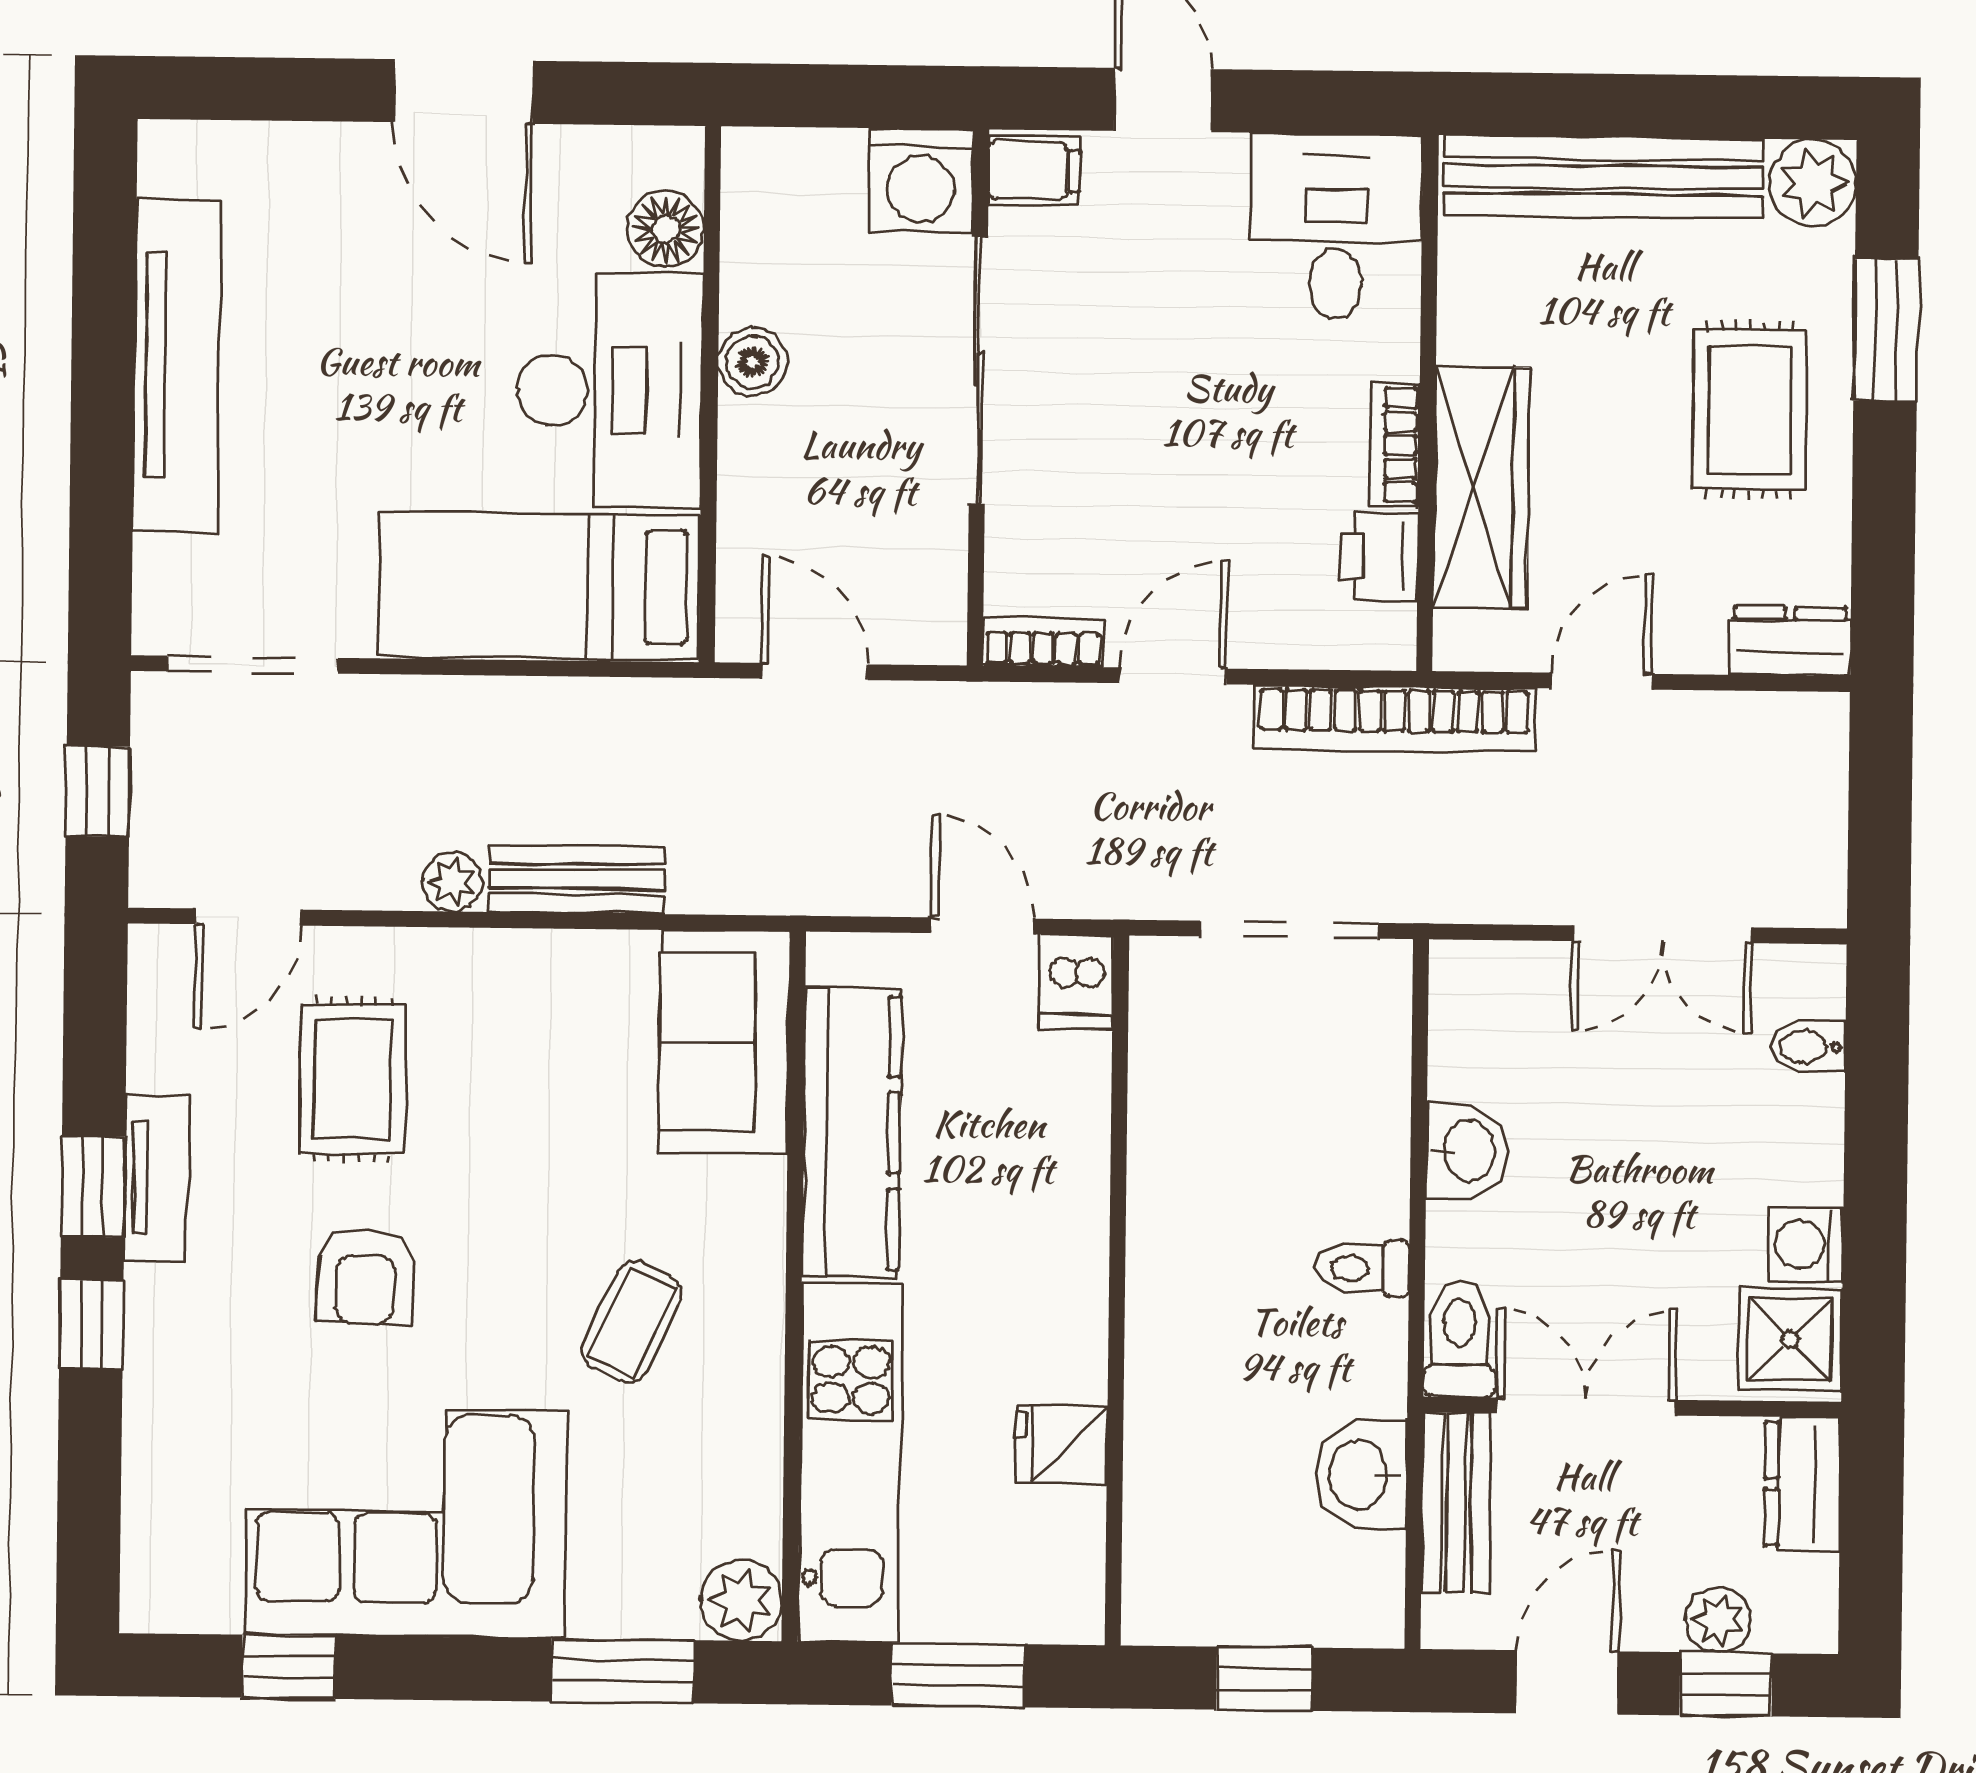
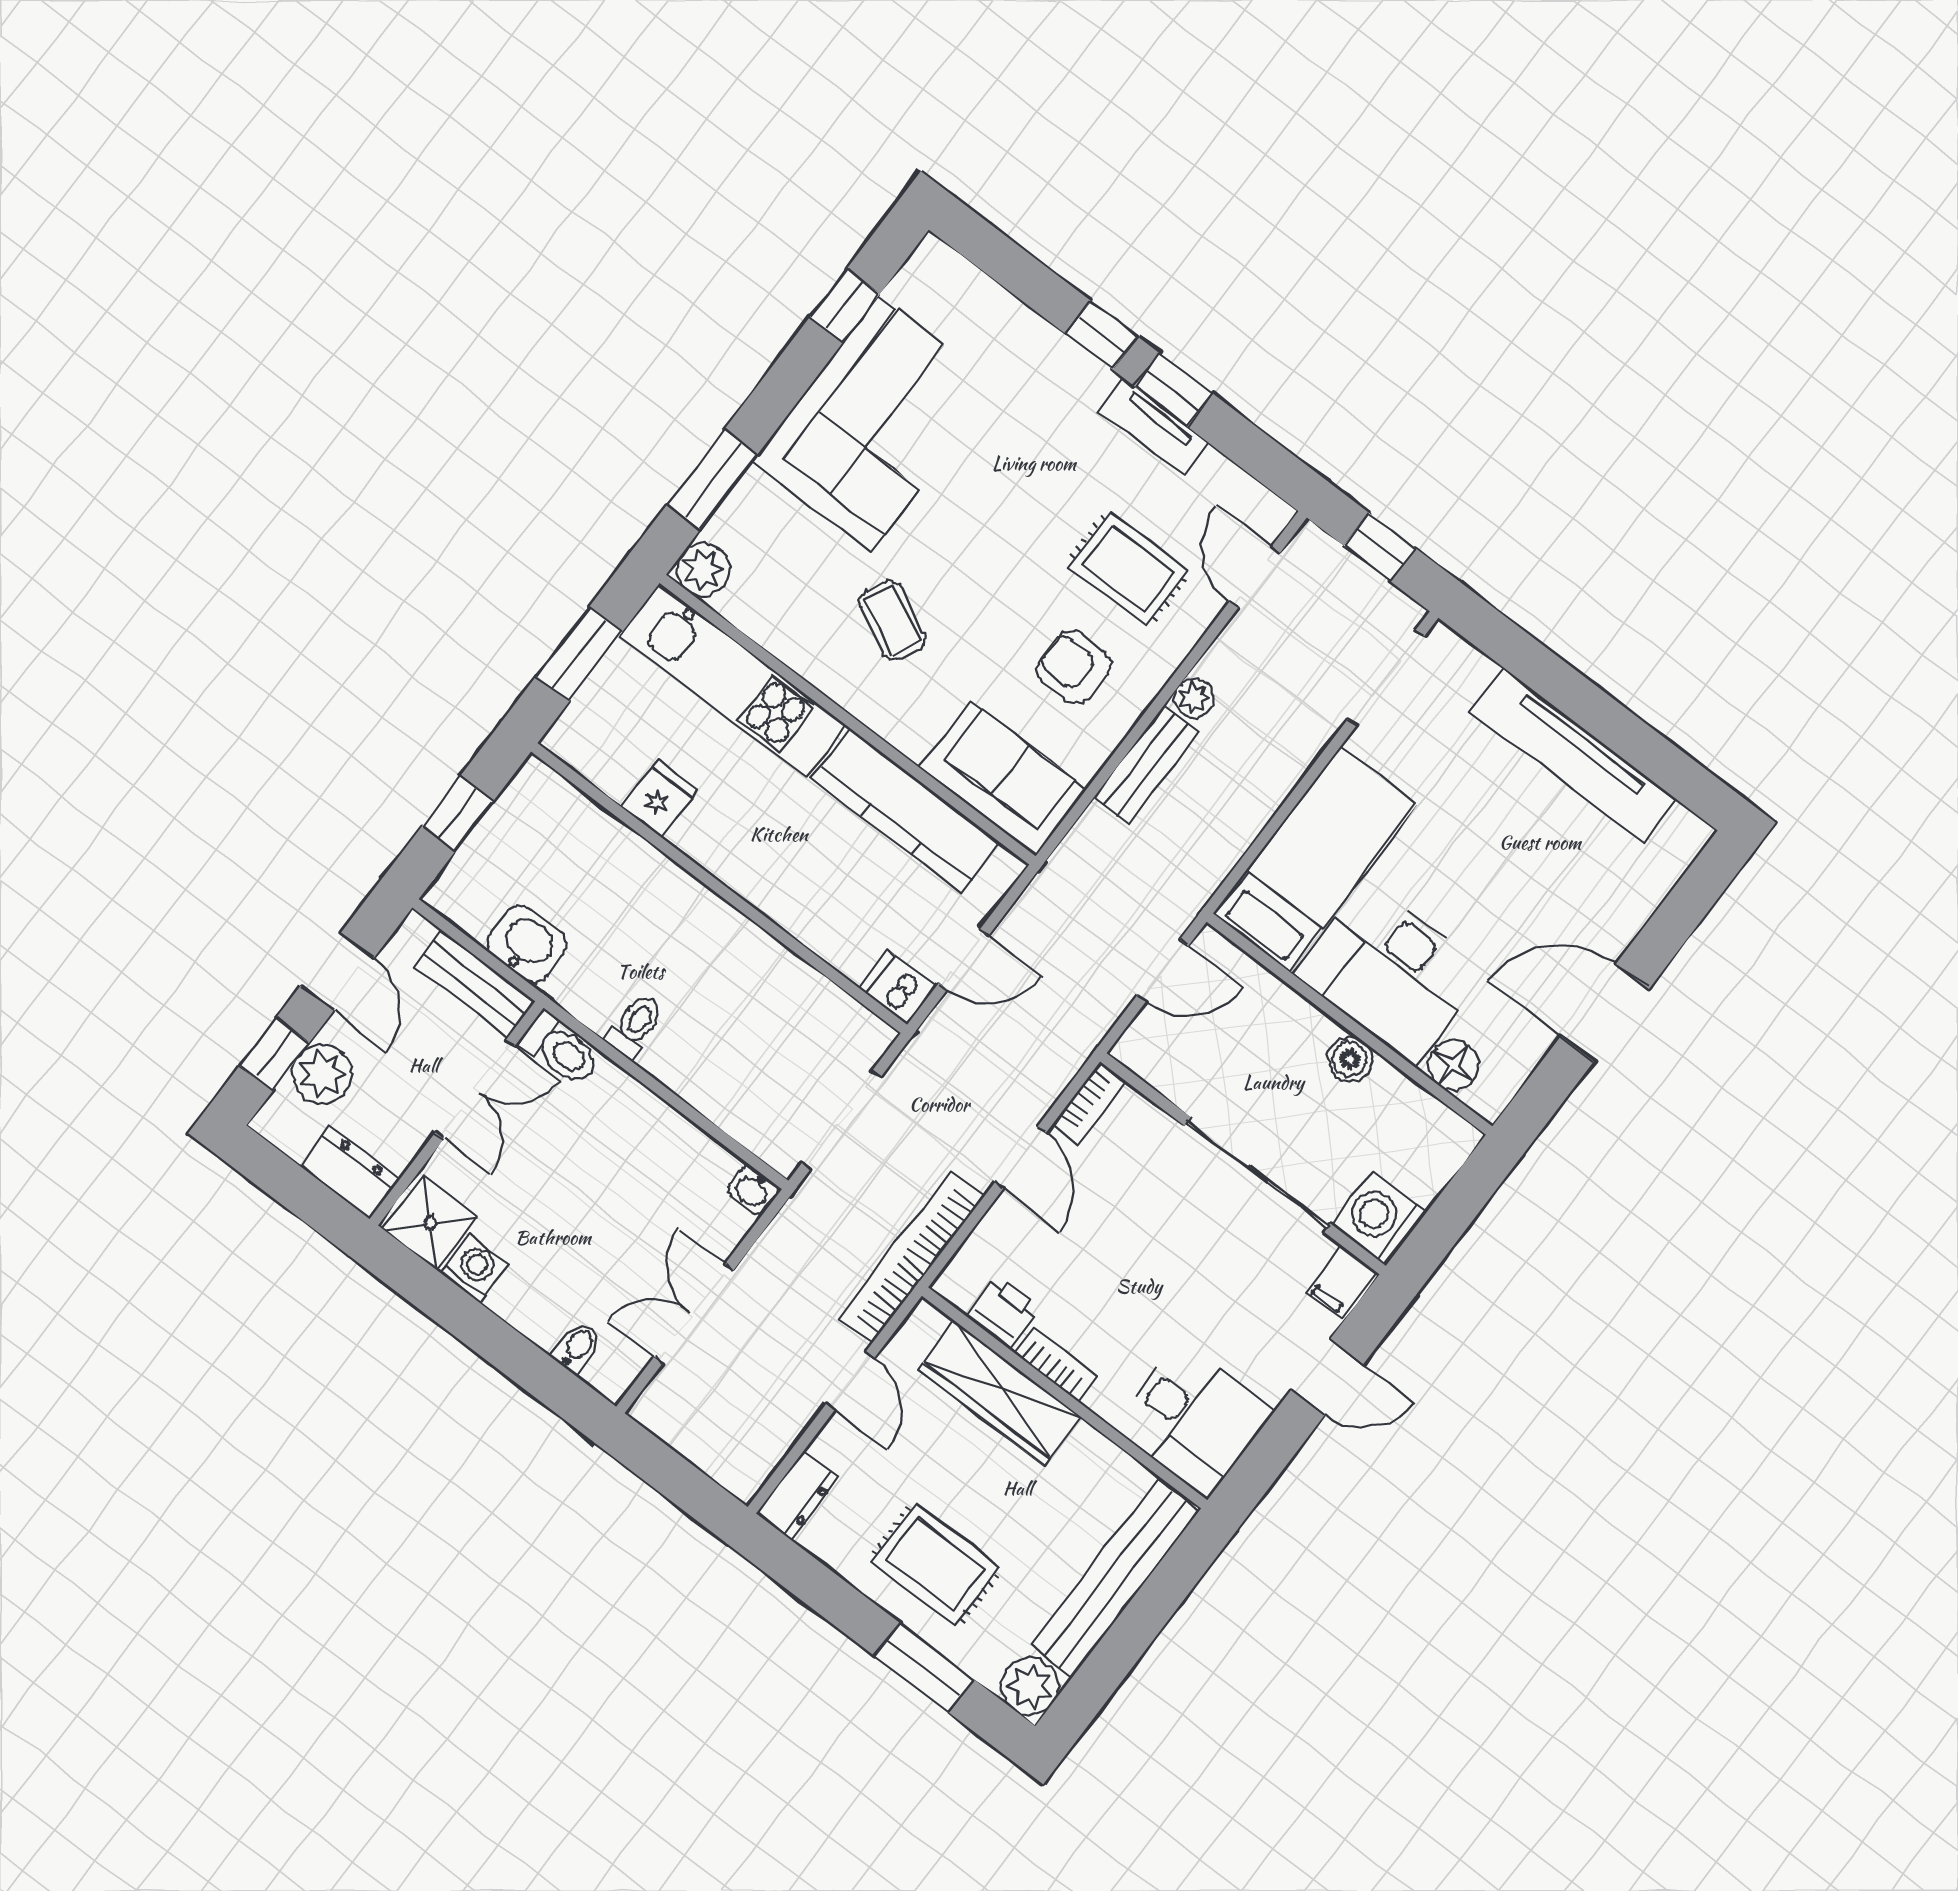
washbasin: (1467, 1151) -> (753, 1190), moved, width x0.72, depth x0.69
armchair: (366, 1276) -> (1074, 667), moved
plant: (1718, 1620) -> (322, 1074), width x1.38, depth x1.38

